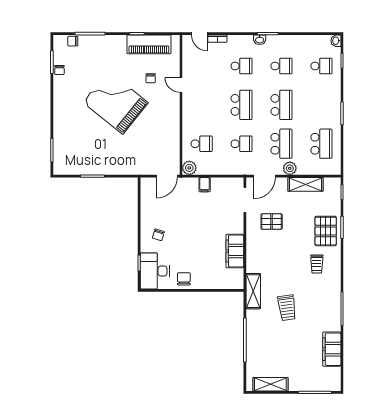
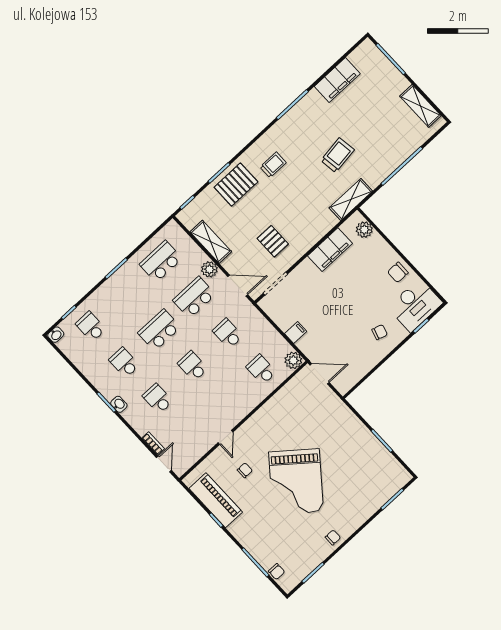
chair: (59, 70) -> (333, 537), moved
school desk: (242, 105) -> (193, 366), width x0.54
plant: (228, 282) -> (364, 230), added

